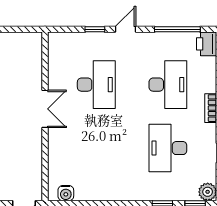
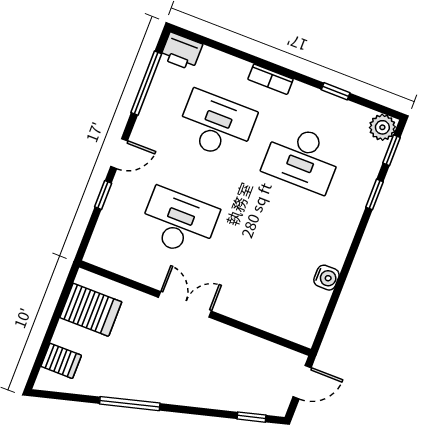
door: (126, 29) -> (119, 154), swing flipped
server rack: (18, 50) -> (91, 310), added
water cooler: (66, 193) -> (326, 278), moved

